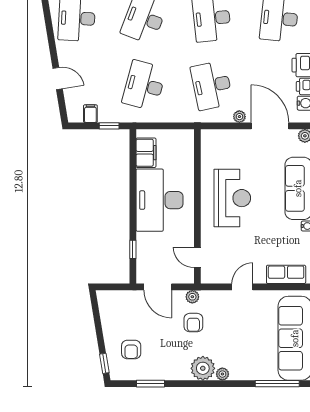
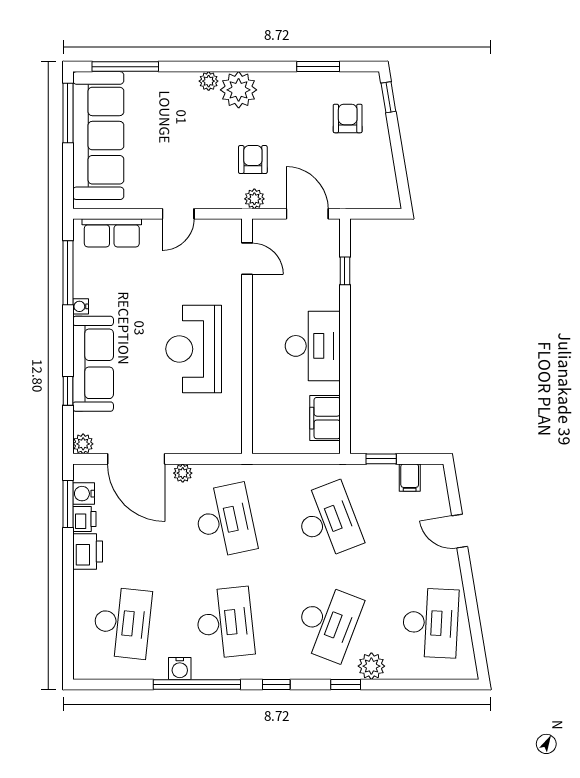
desk: (144, 85) -> (328, 521), turned -36
desk: (159, 200) -> (313, 346), width x0.73, depth x0.77

